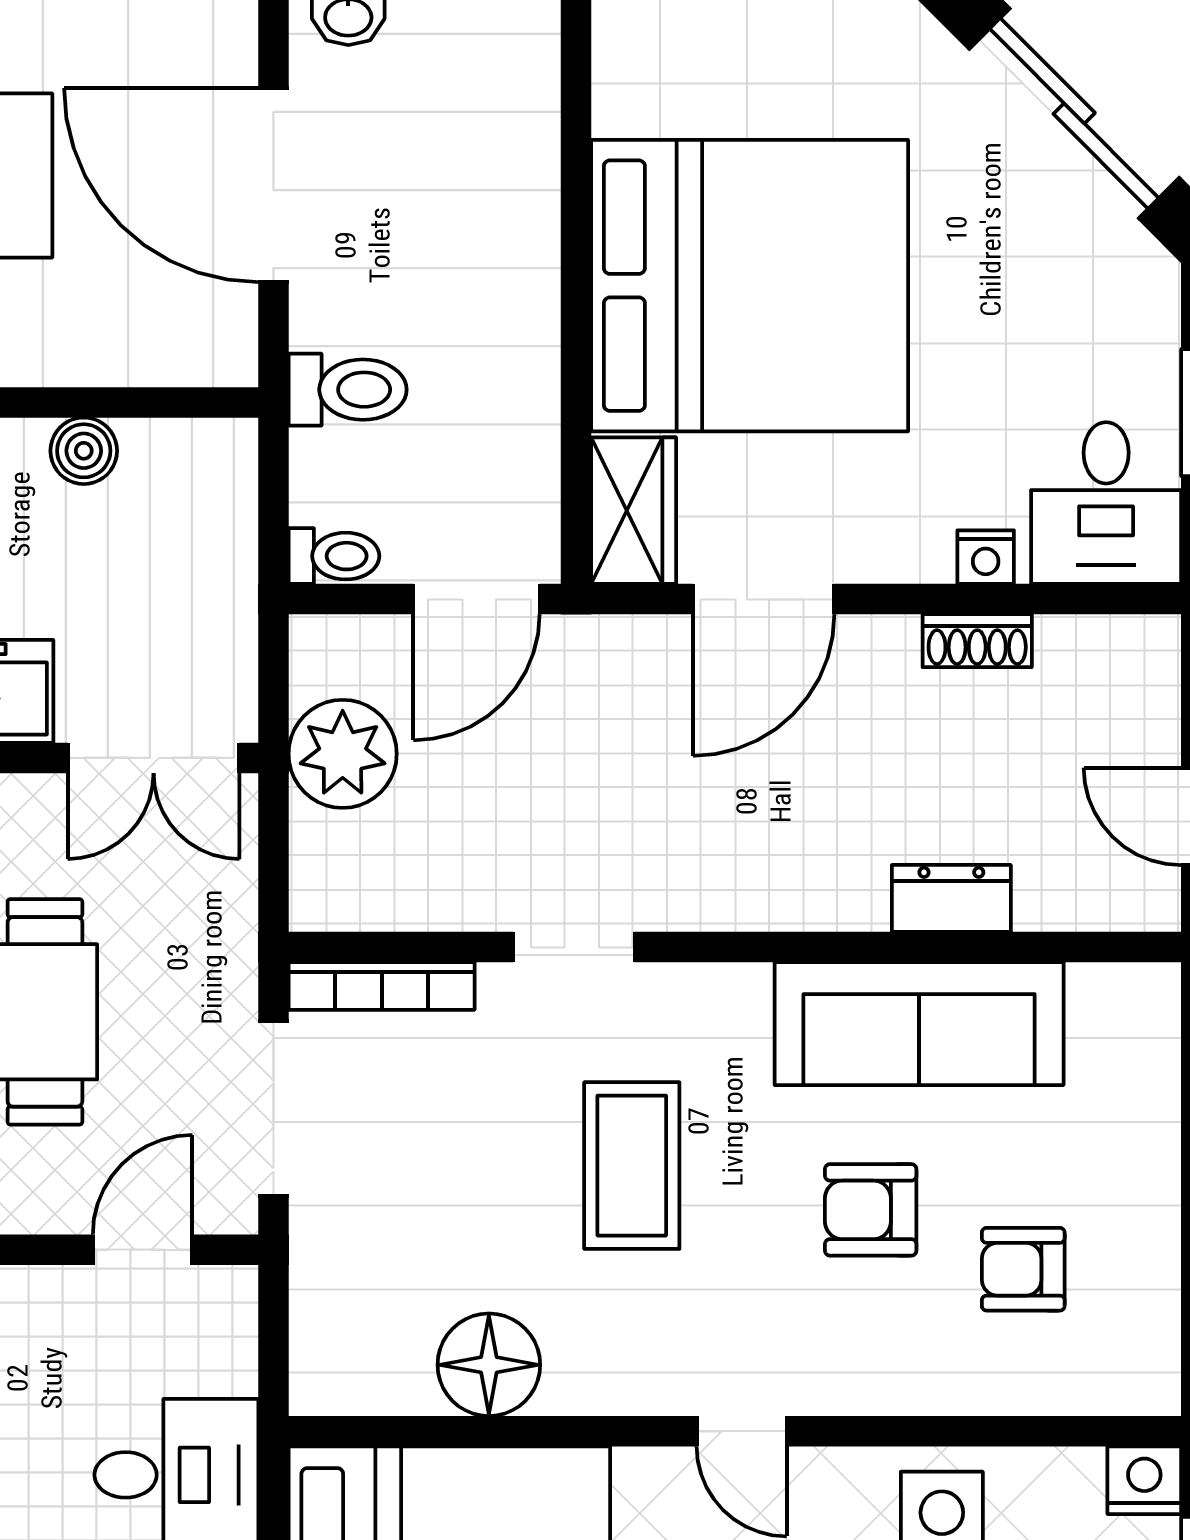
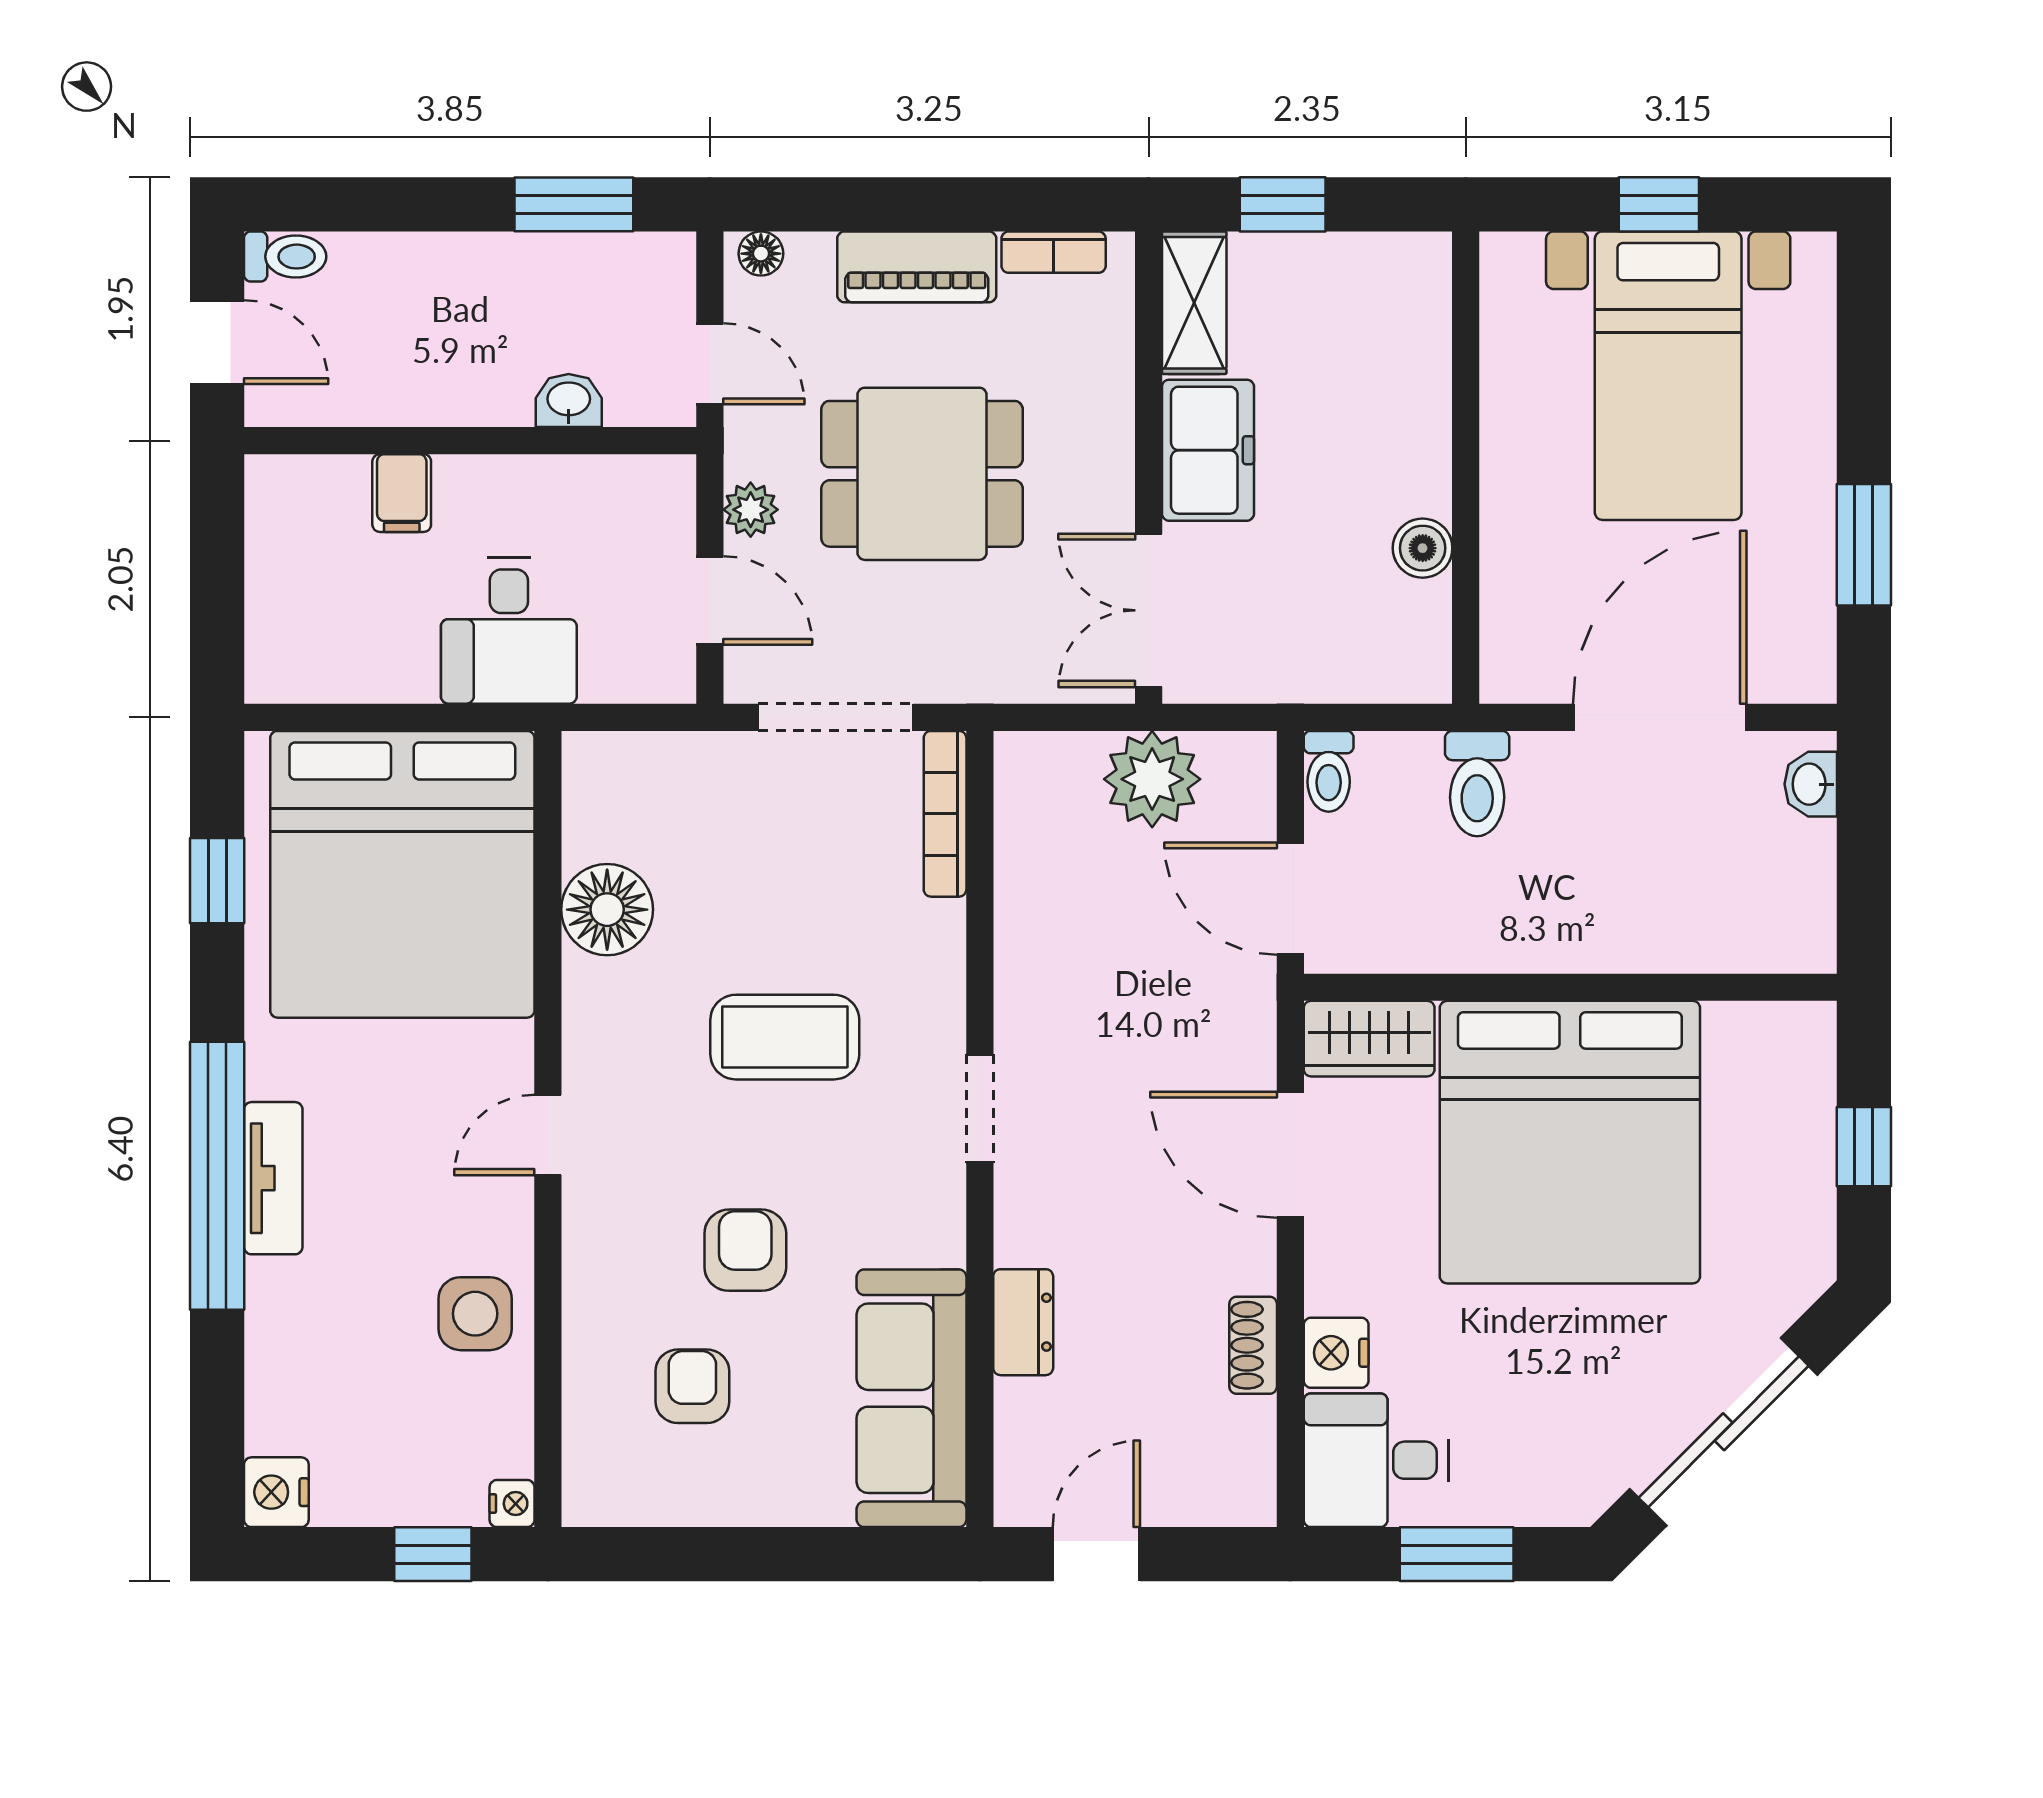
nightstand: (986, 557) -> (1336, 1353), width x1.39, depth x1.35
doorway: (574, 947) -> (980, 1109), moved
sofa: (919, 1024) -> (912, 1398), moved
plant: (41, 1204) -> (751, 510), added
nightstand: (1144, 1480) -> (512, 1504), width x0.72, depth x0.74

